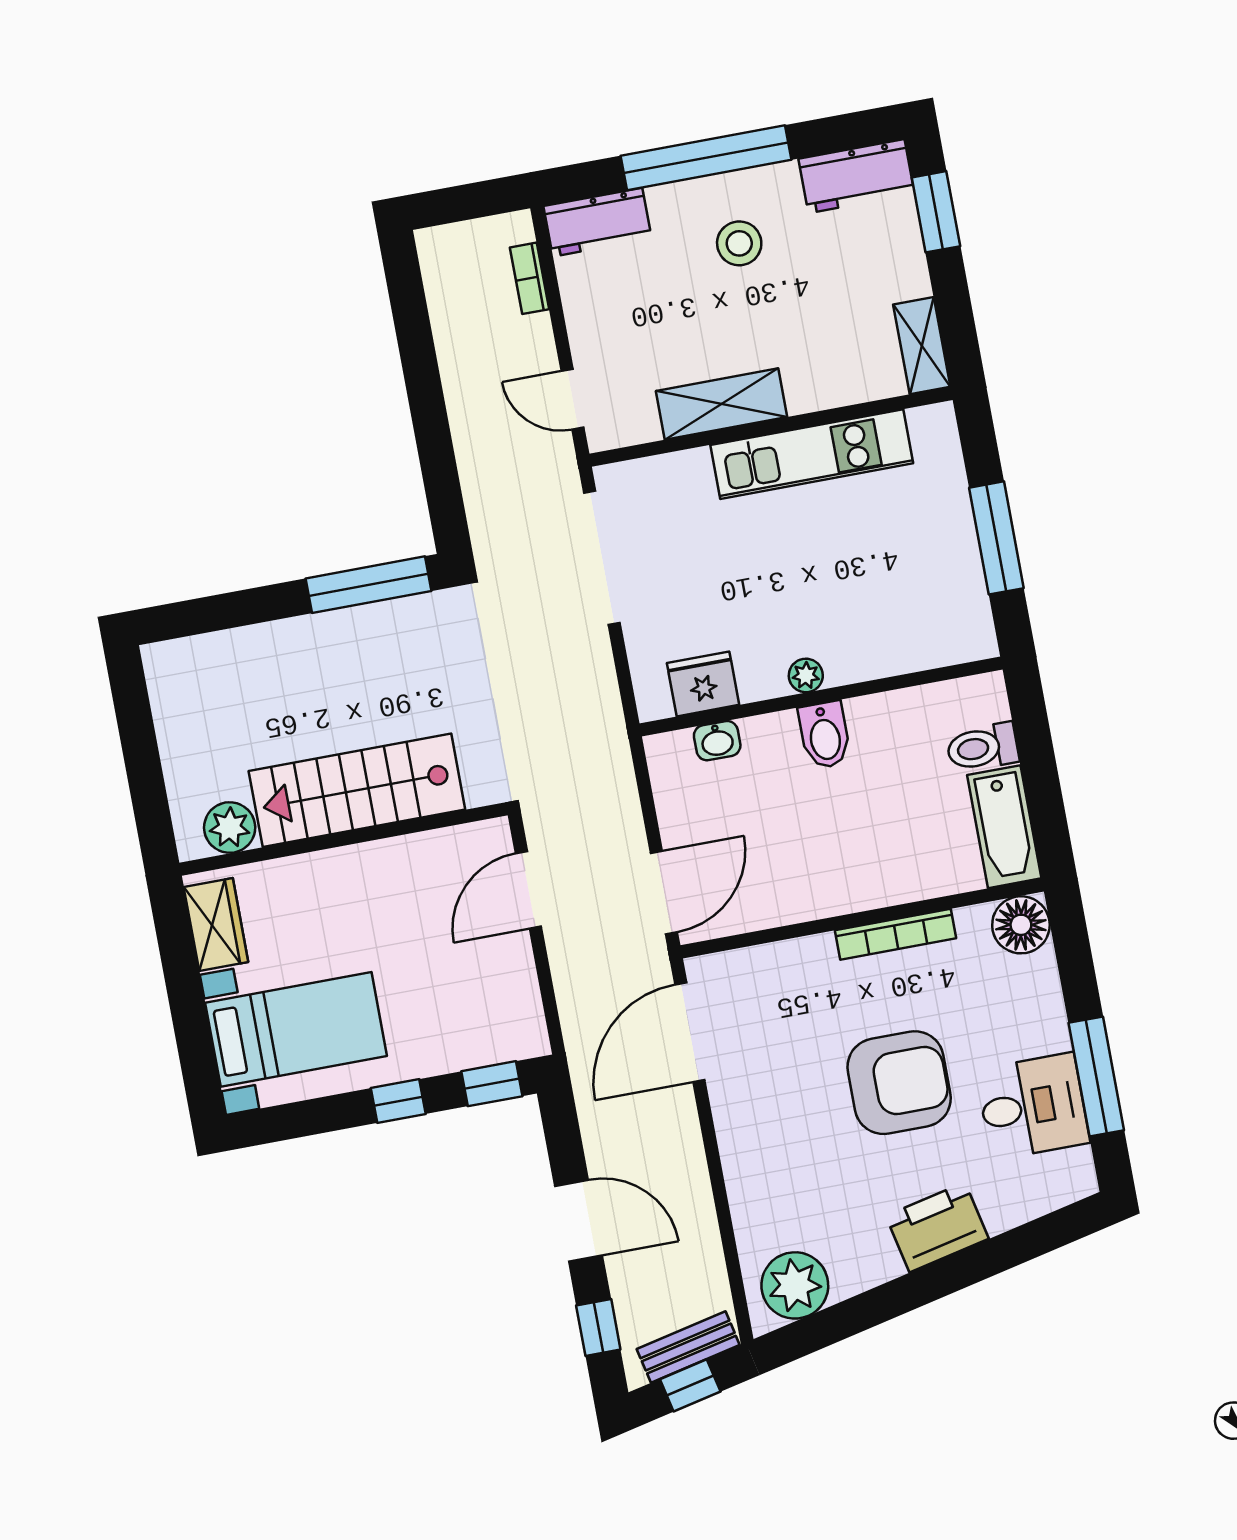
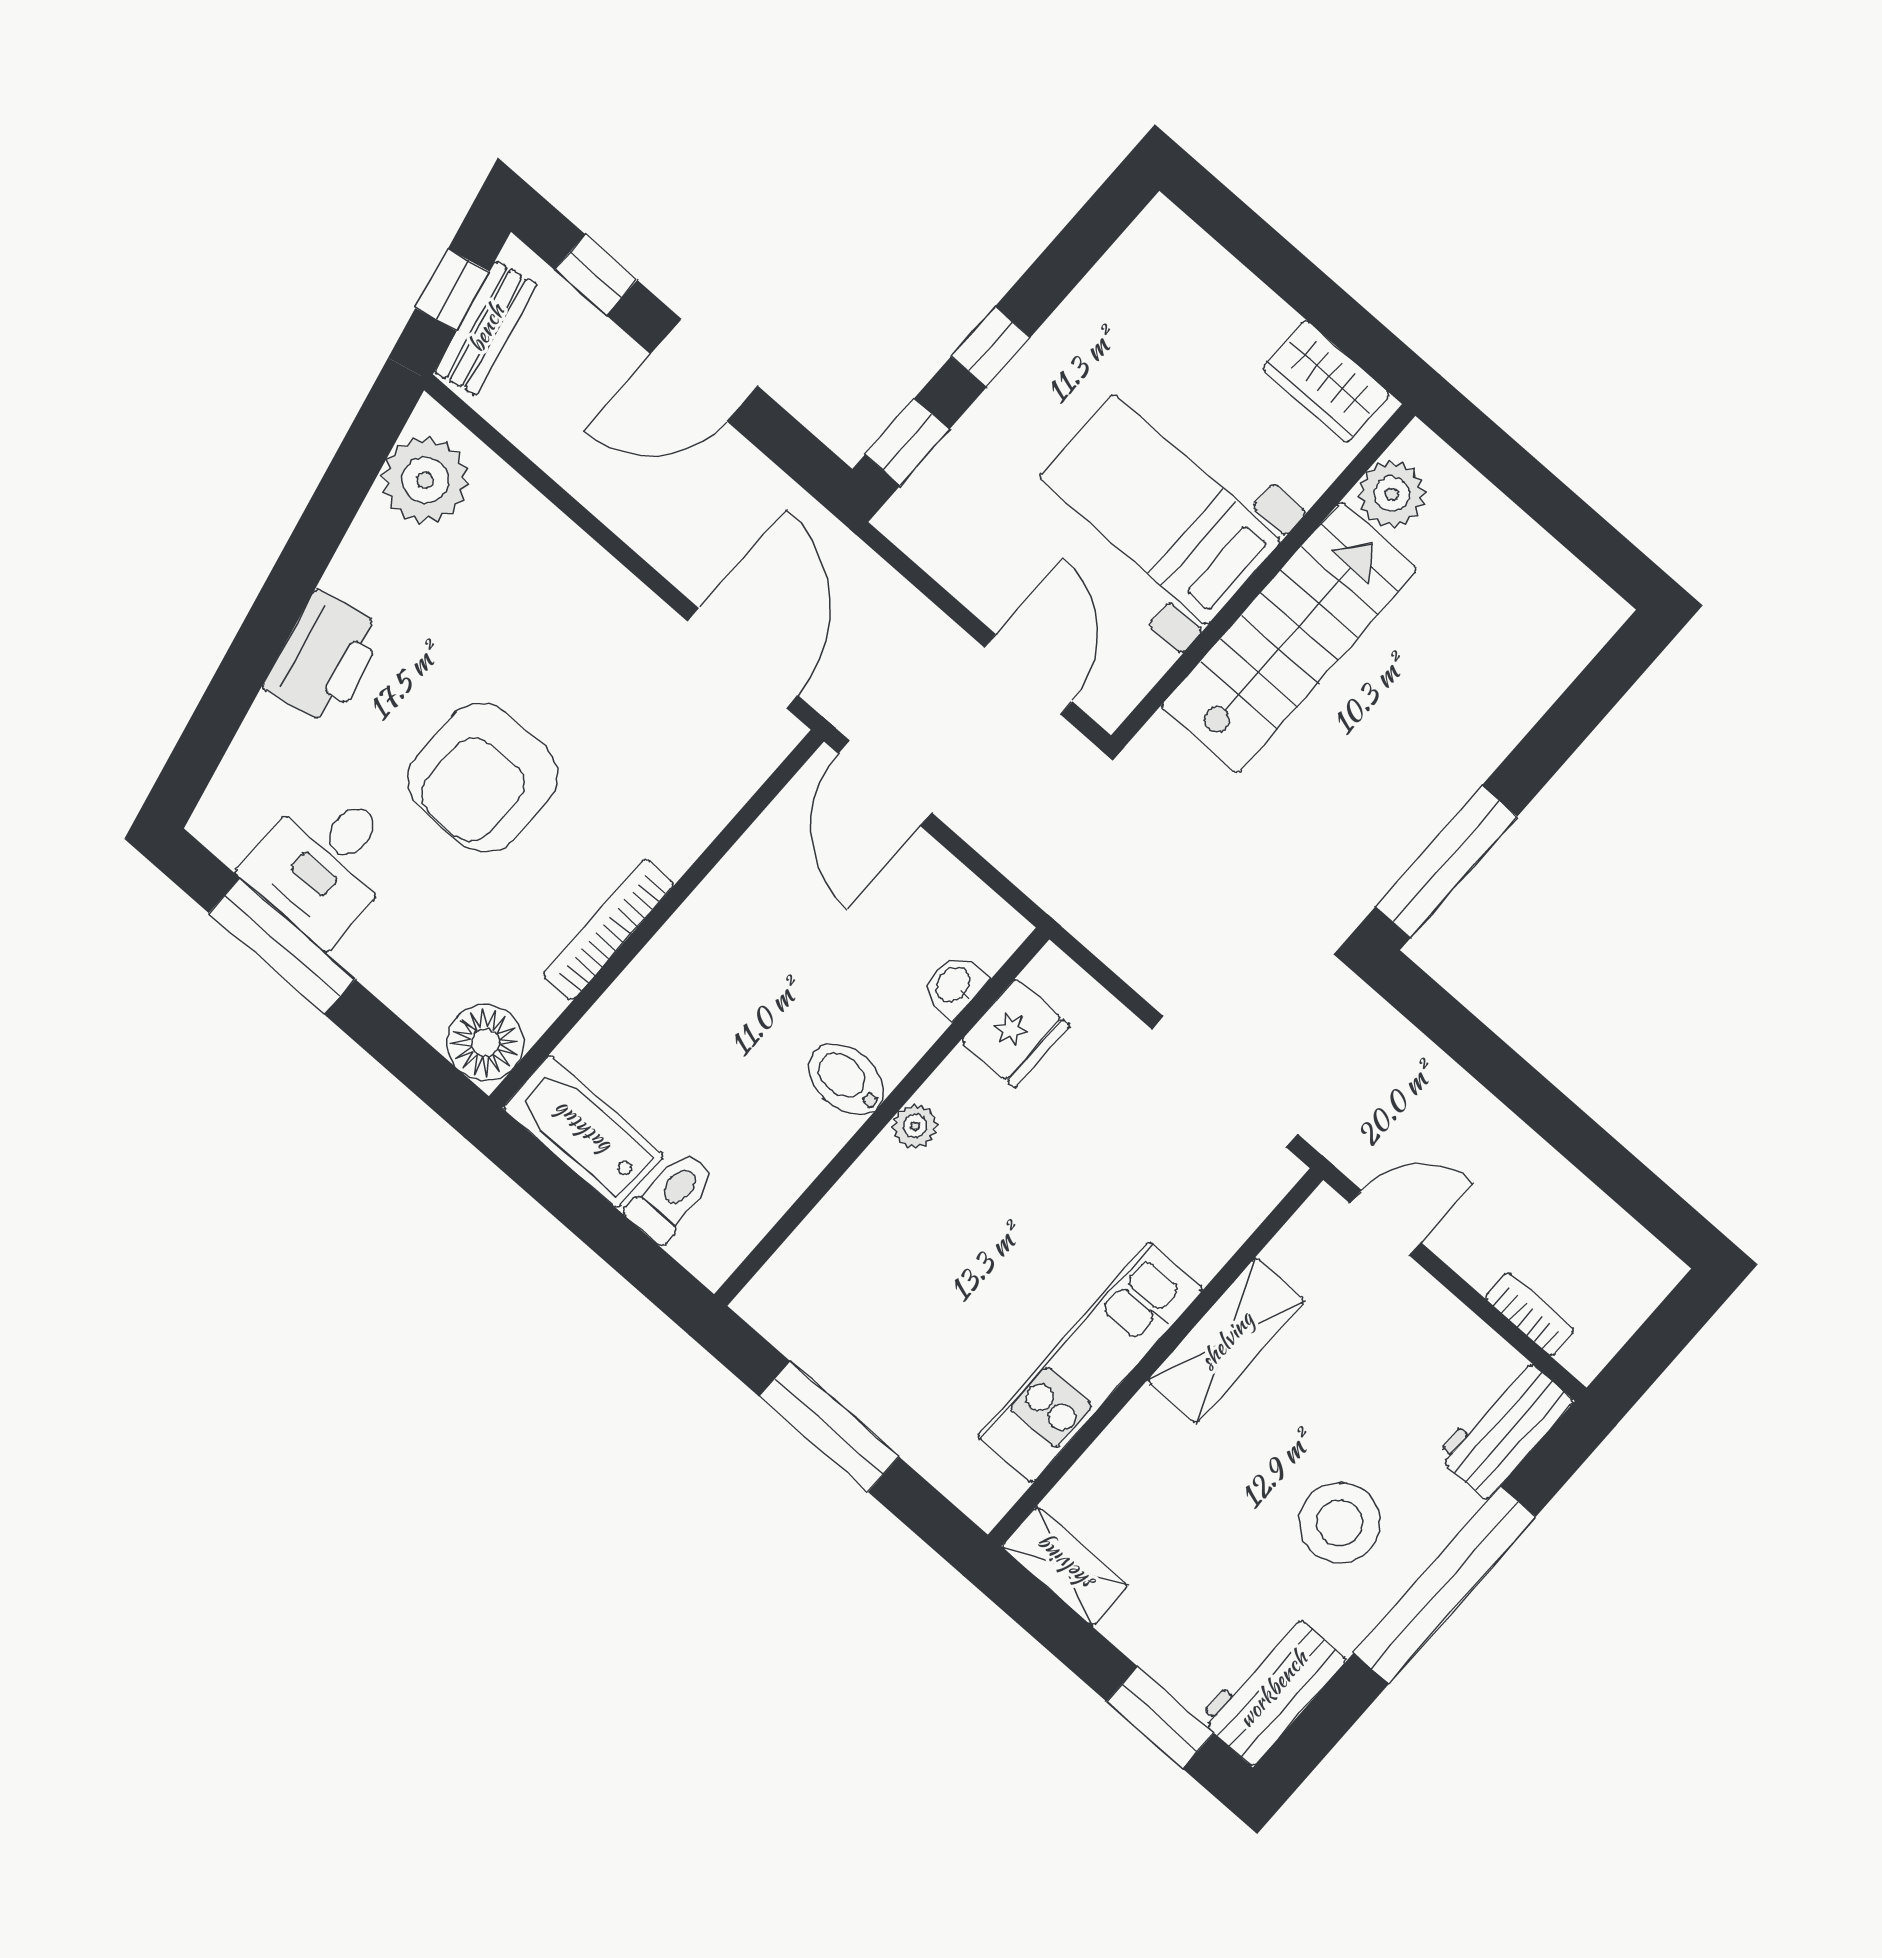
stool: (739, 243) -> (1340, 1523), width x1.38, depth x1.38
bed with nightstands: (296, 1029) -> (1160, 509), moved, turned 90

